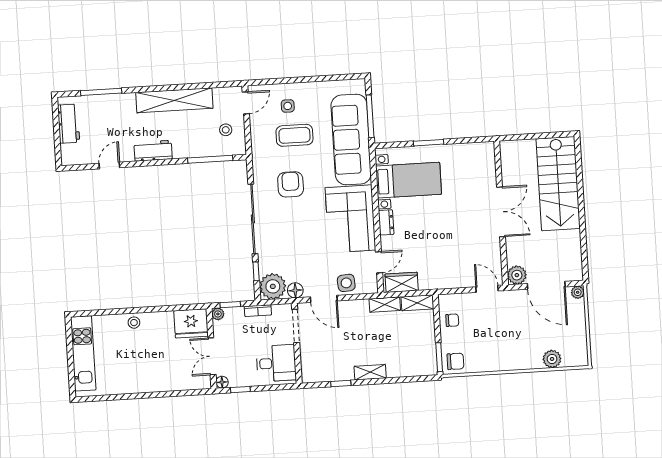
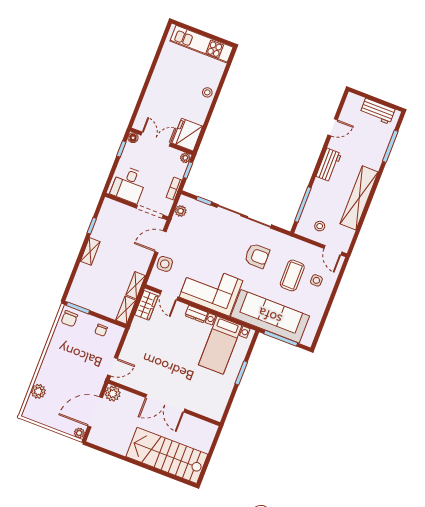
door: (109, 165) -> (333, 127), hinge flipped
plant: (273, 286) -> (181, 211), width x0.53, depth x0.53
floor lamp: (295, 290) -> (177, 223), removed

